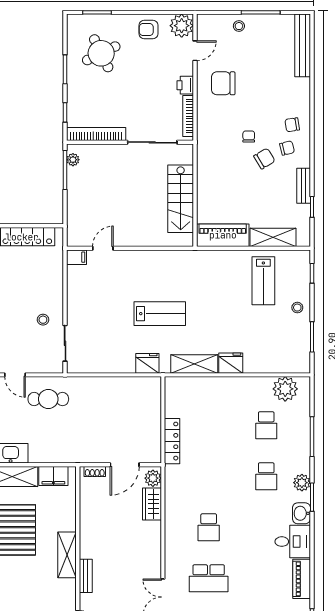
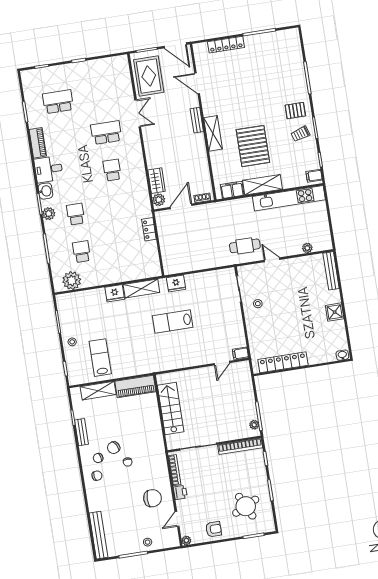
plant: (182, 26) -> (186, 540), width x0.53, depth x0.53
locker: (172, 441) -> (149, 229), width x0.66

